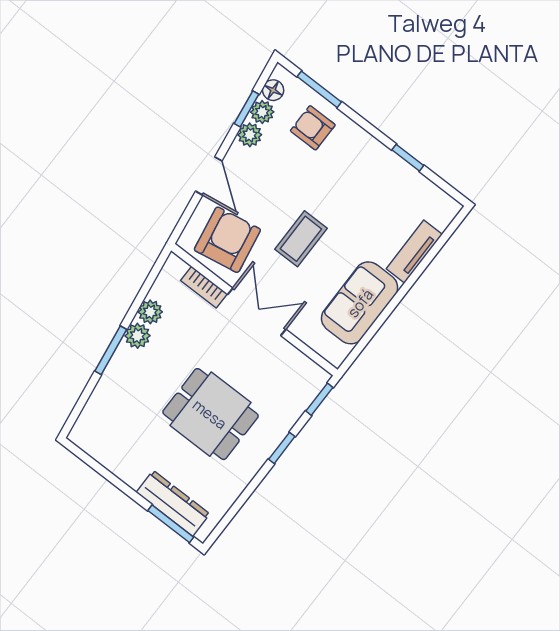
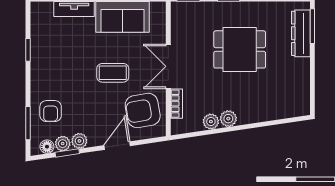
window: (111, 350) -> (247, 127), removed
dining table: (210, 414) -> (240, 49), turned 90

